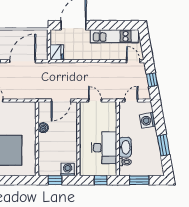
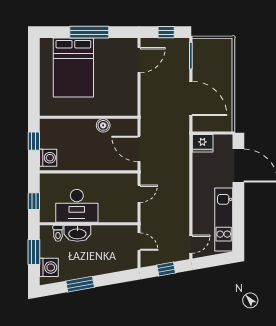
washing machine: (148, 120) -> (49, 267), moved, turned 100

